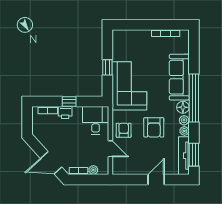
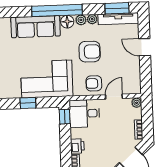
window: (69, 101) -> (65, 117), moved
plant: (93, 170) -> (137, 103), moved

